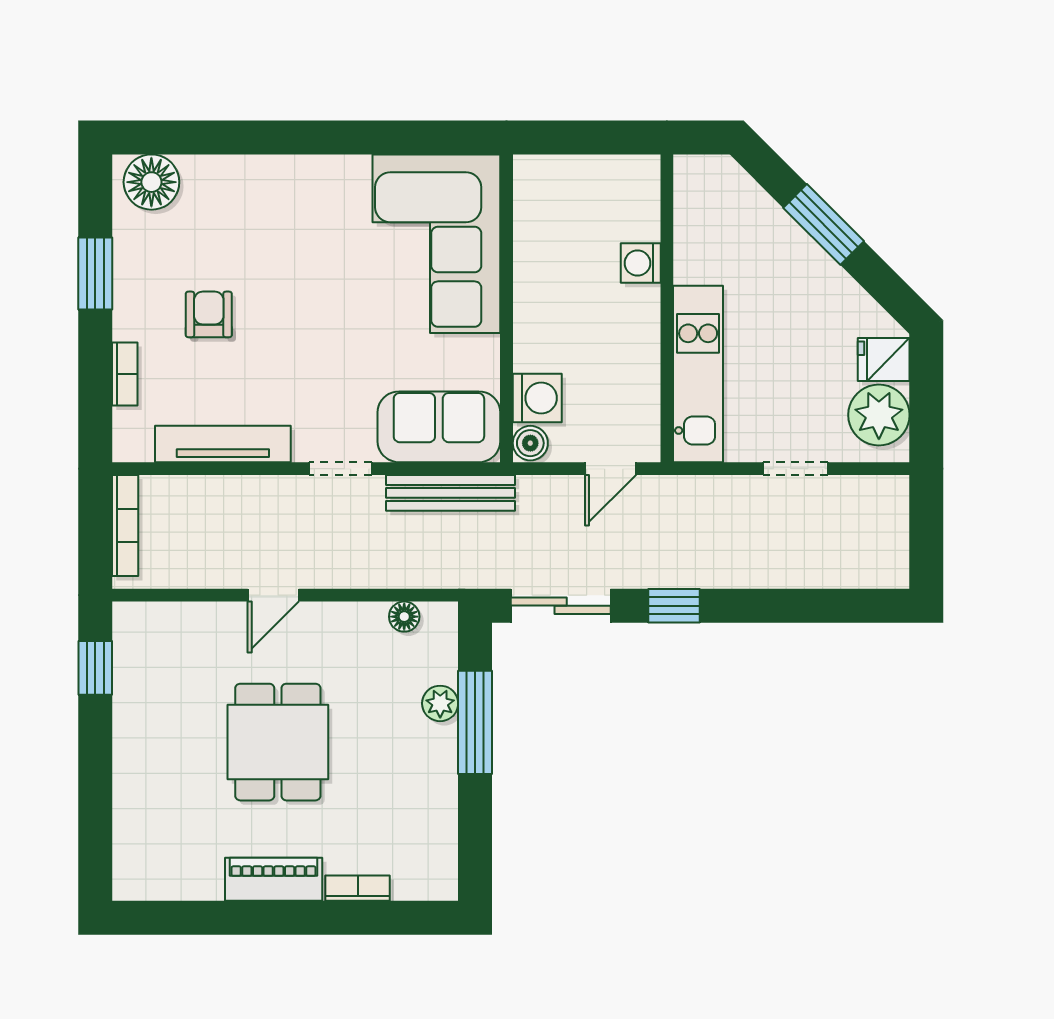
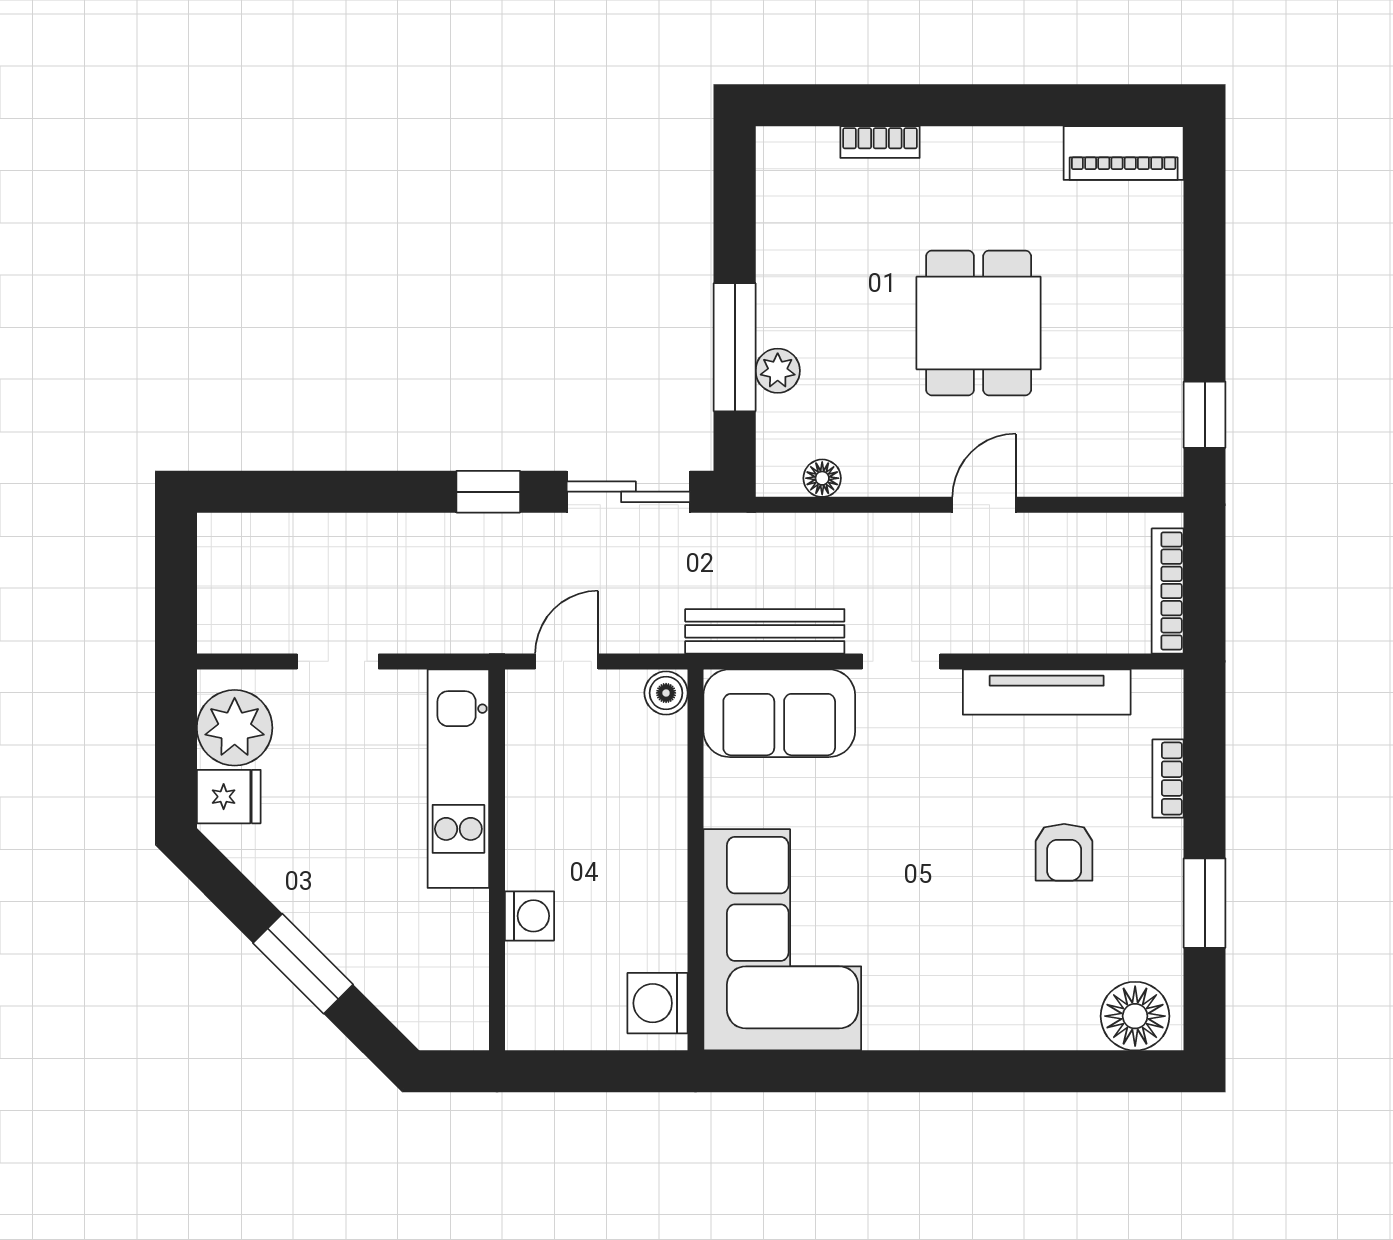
washing machine: (537, 398) -> (657, 1003), moved
piano: (274, 879) -> (1124, 153), moved

